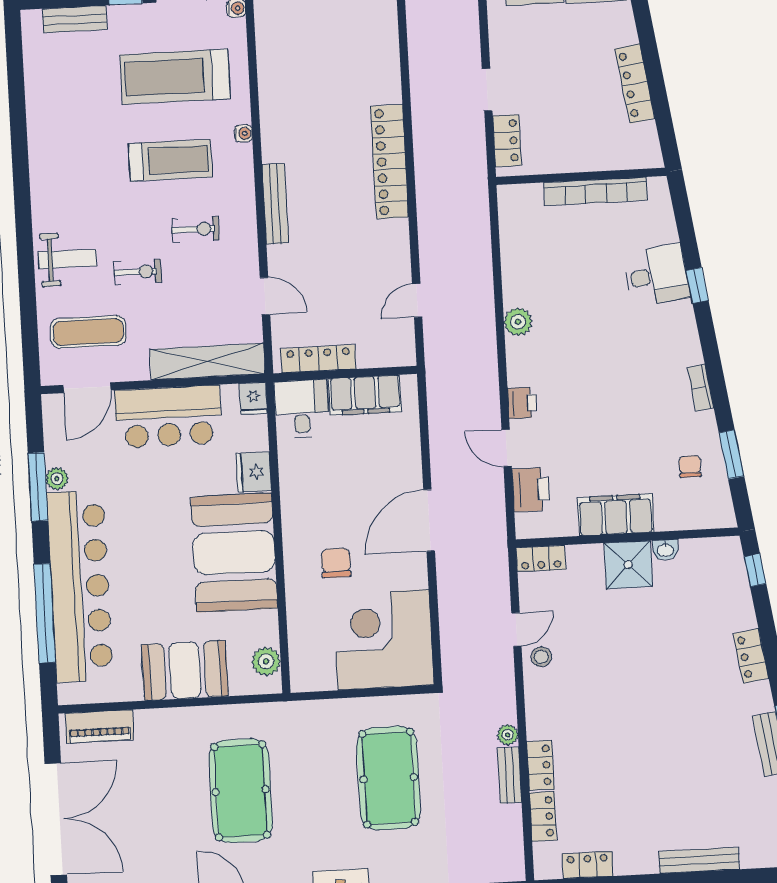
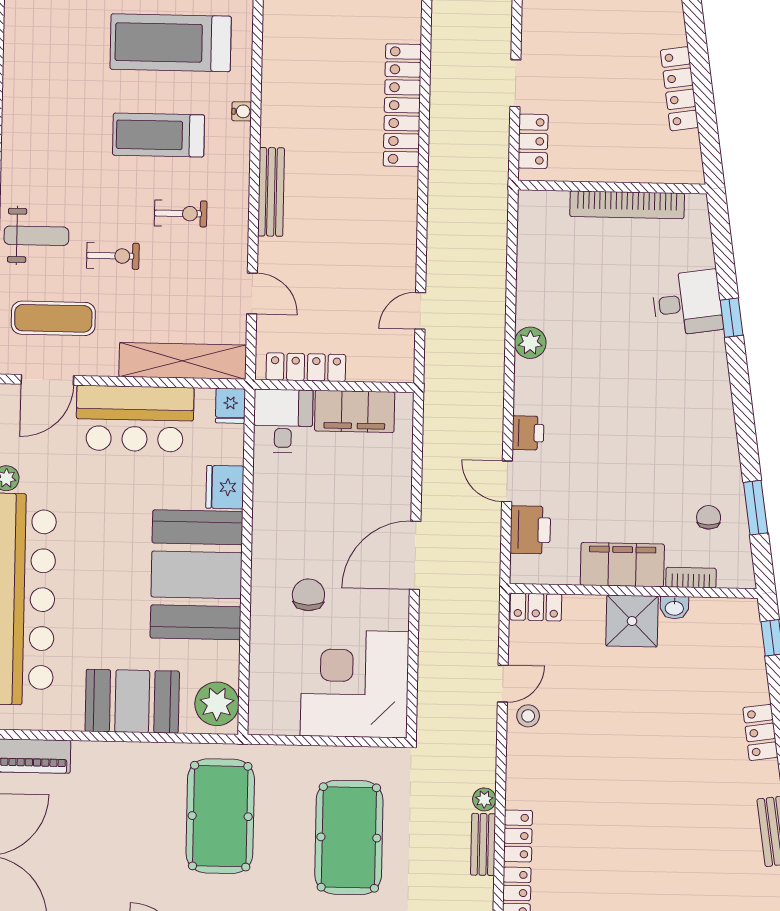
treadmill: (170, 160) -> (159, 135), turned 180
locker: (390, 162) -> (402, 105), moved
bookcase: (700, 388) -> (691, 578), moved, turned 98
plant: (266, 661) -> (217, 704), width x1.36, depth x1.36
pool table: (241, 791) -> (220, 816), moved

